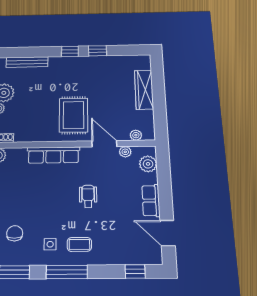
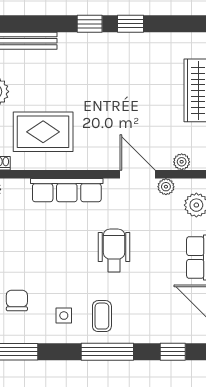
rug: (74, 115) -> (43, 132), moved, turned 90
wheelchair: (88, 196) -> (114, 250), width x1.36, depth x1.37
coffee table: (79, 244) -> (102, 316), turned 90
window: (67, 272) -> (107, 352), moved

